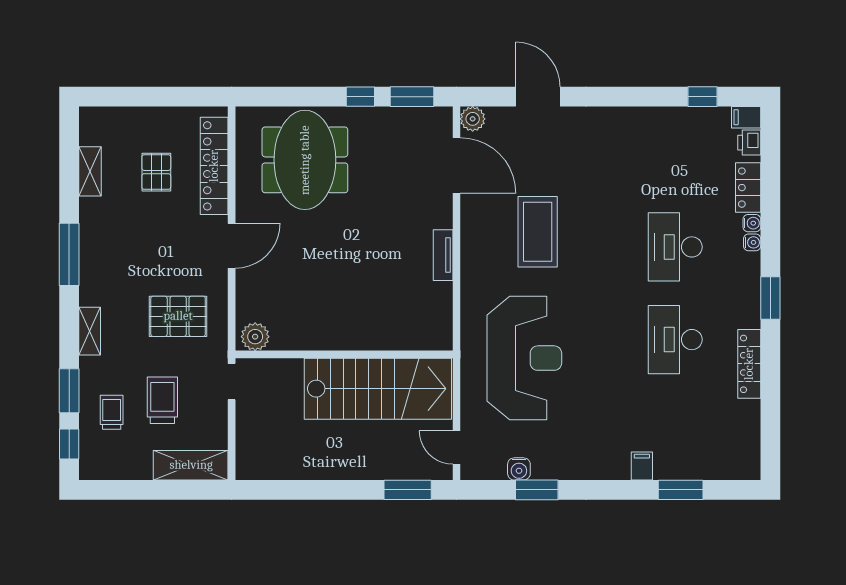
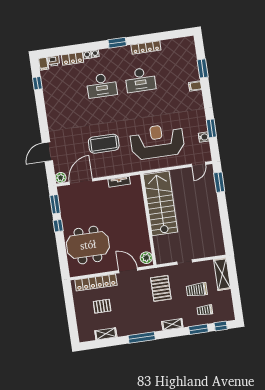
plant: (255, 337) -> (146, 258), moved
wall: (344, 354) -> (148, 220), moved
stairs: (378, 389) -> (160, 203), moved

